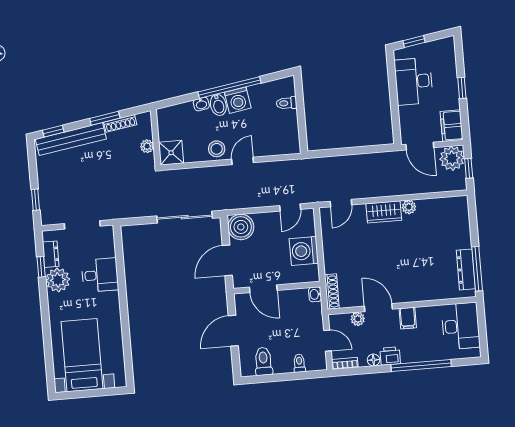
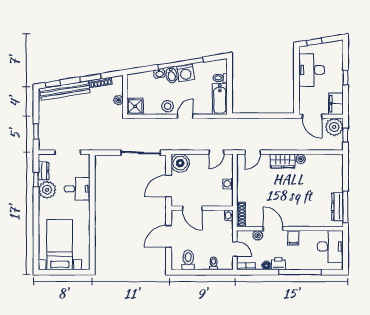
bathtub: (289, 132) -> (220, 99), added
washing machine: (304, 251) -> (228, 184), width x0.53, depth x0.53

